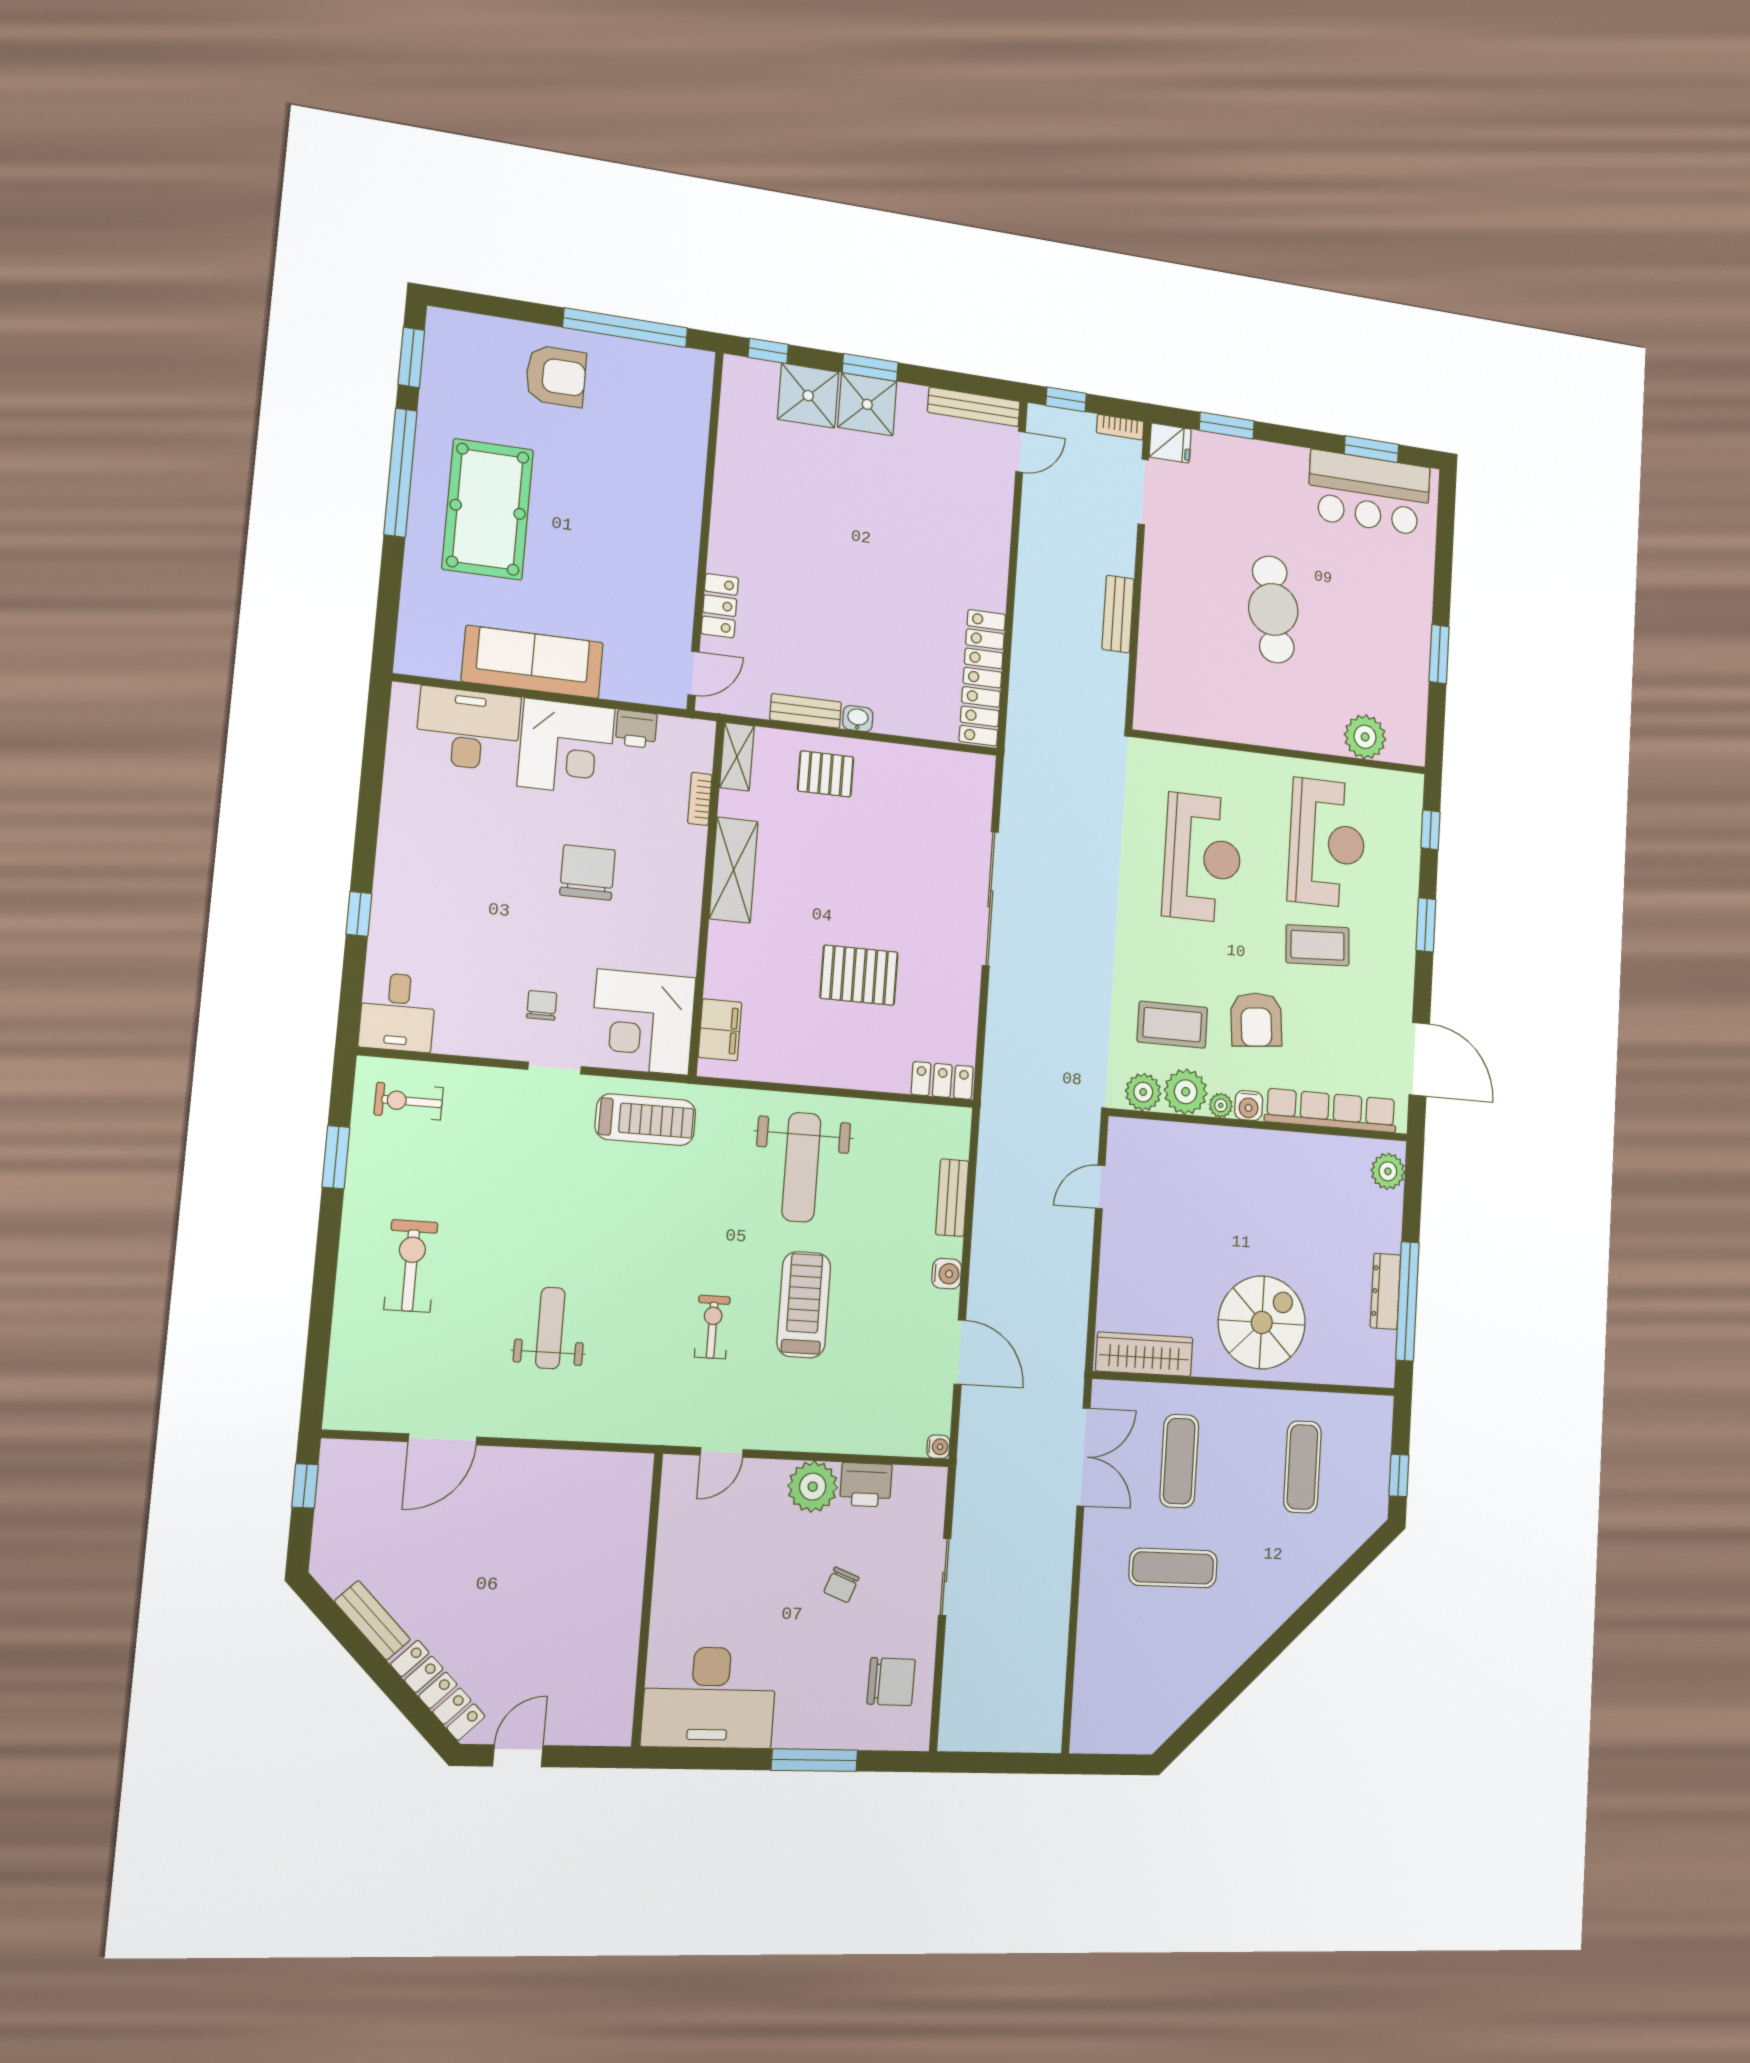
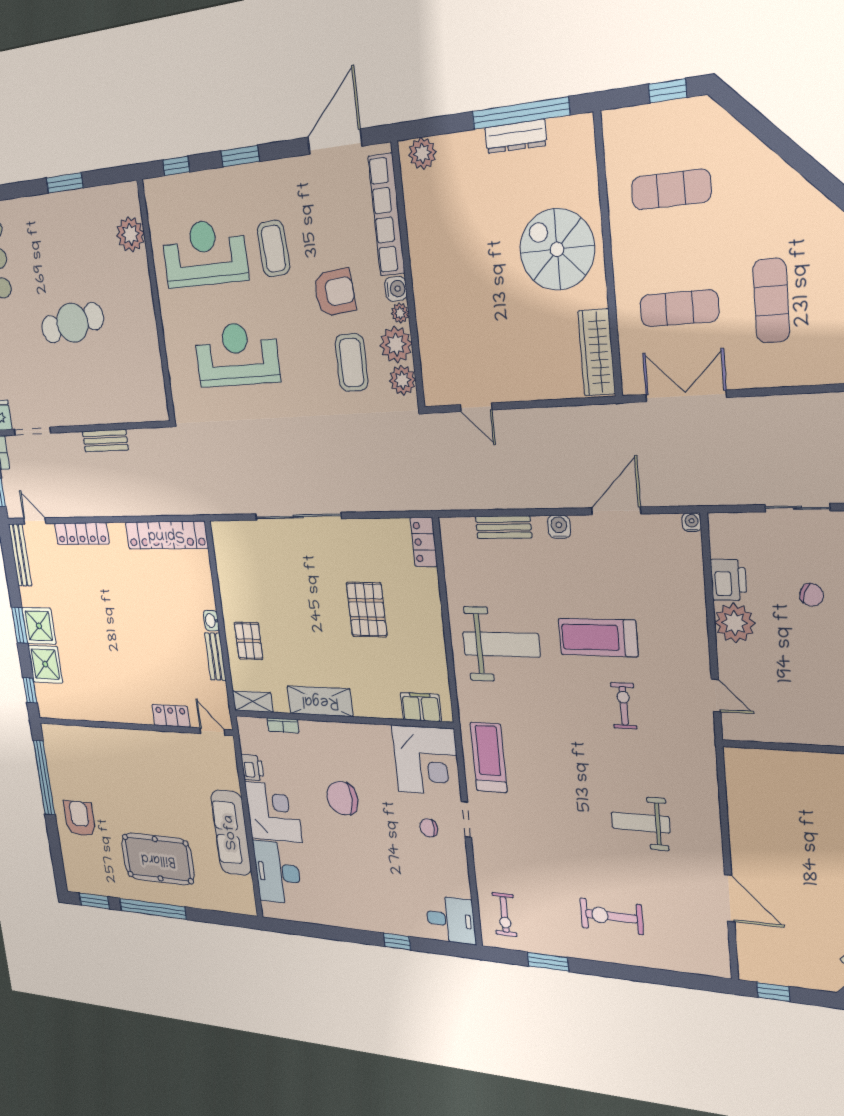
locker: (996, 531) -> (82, 534), added
exercise bike: (712, 1327) -> (624, 706), turned 90

